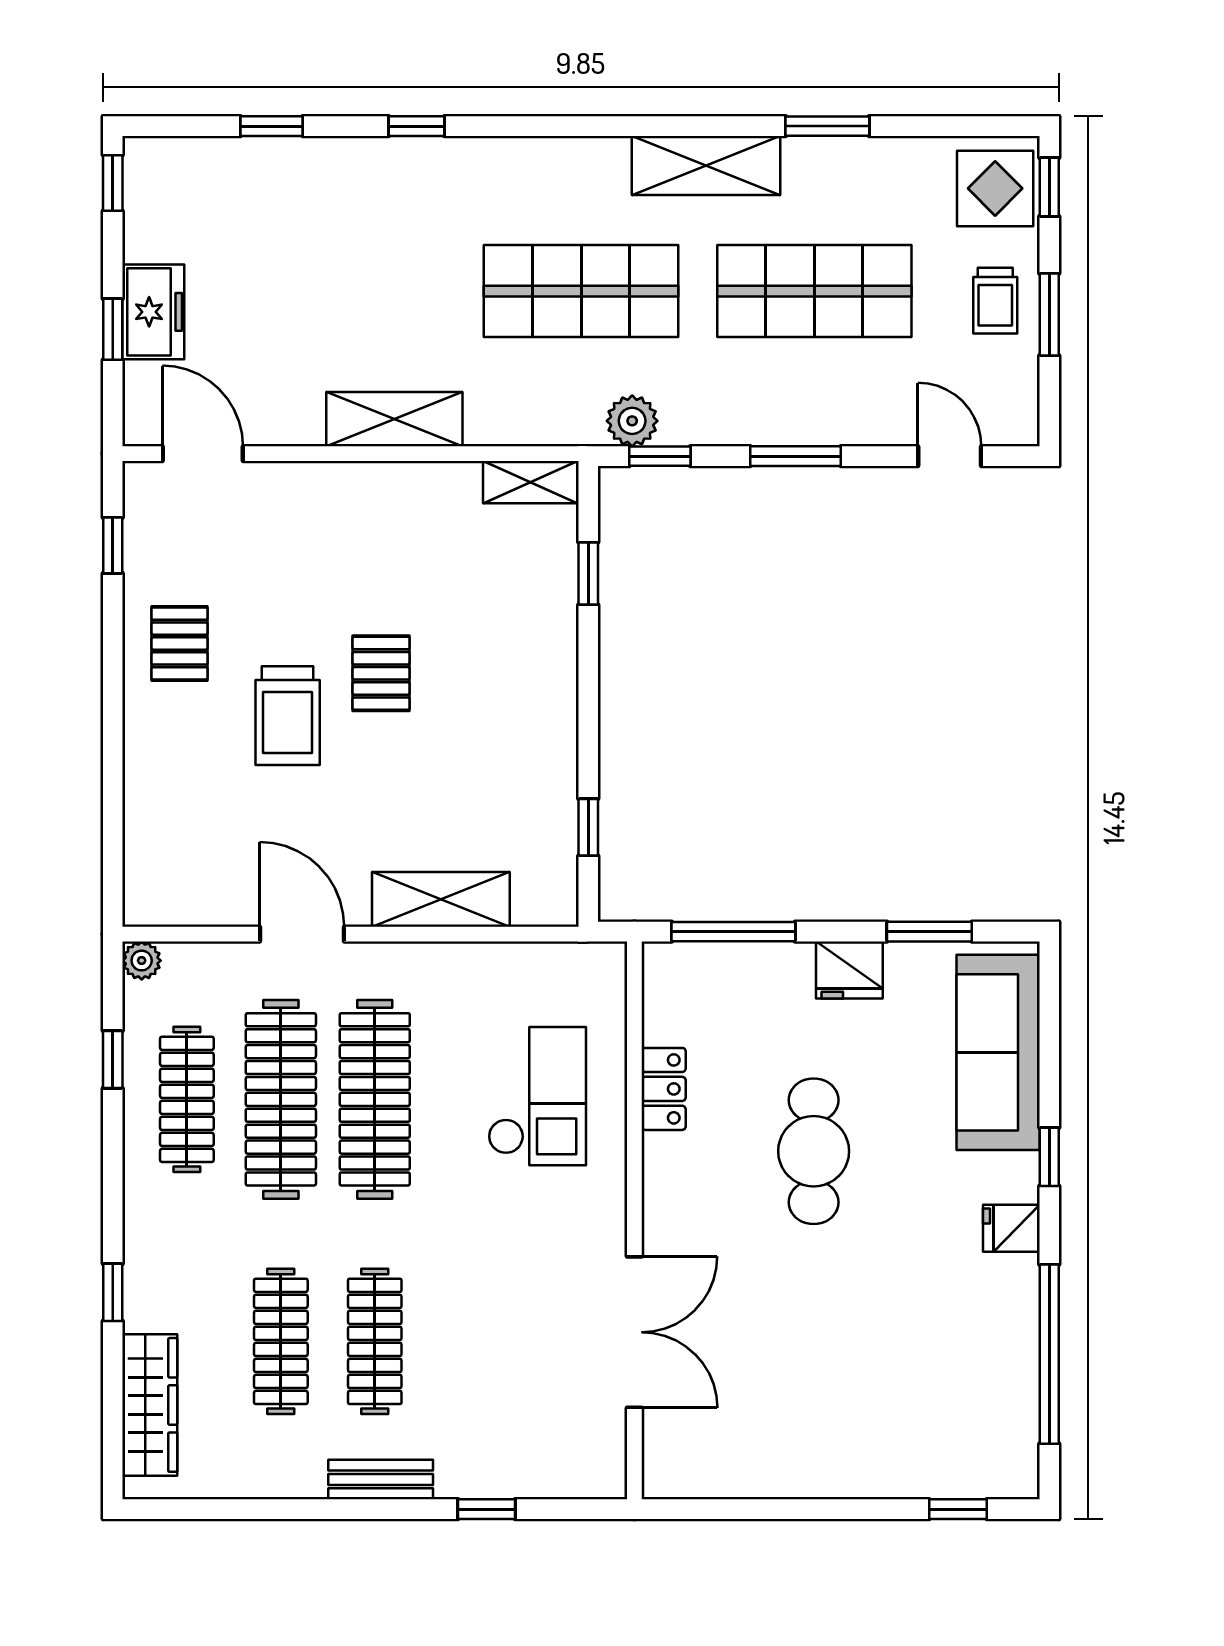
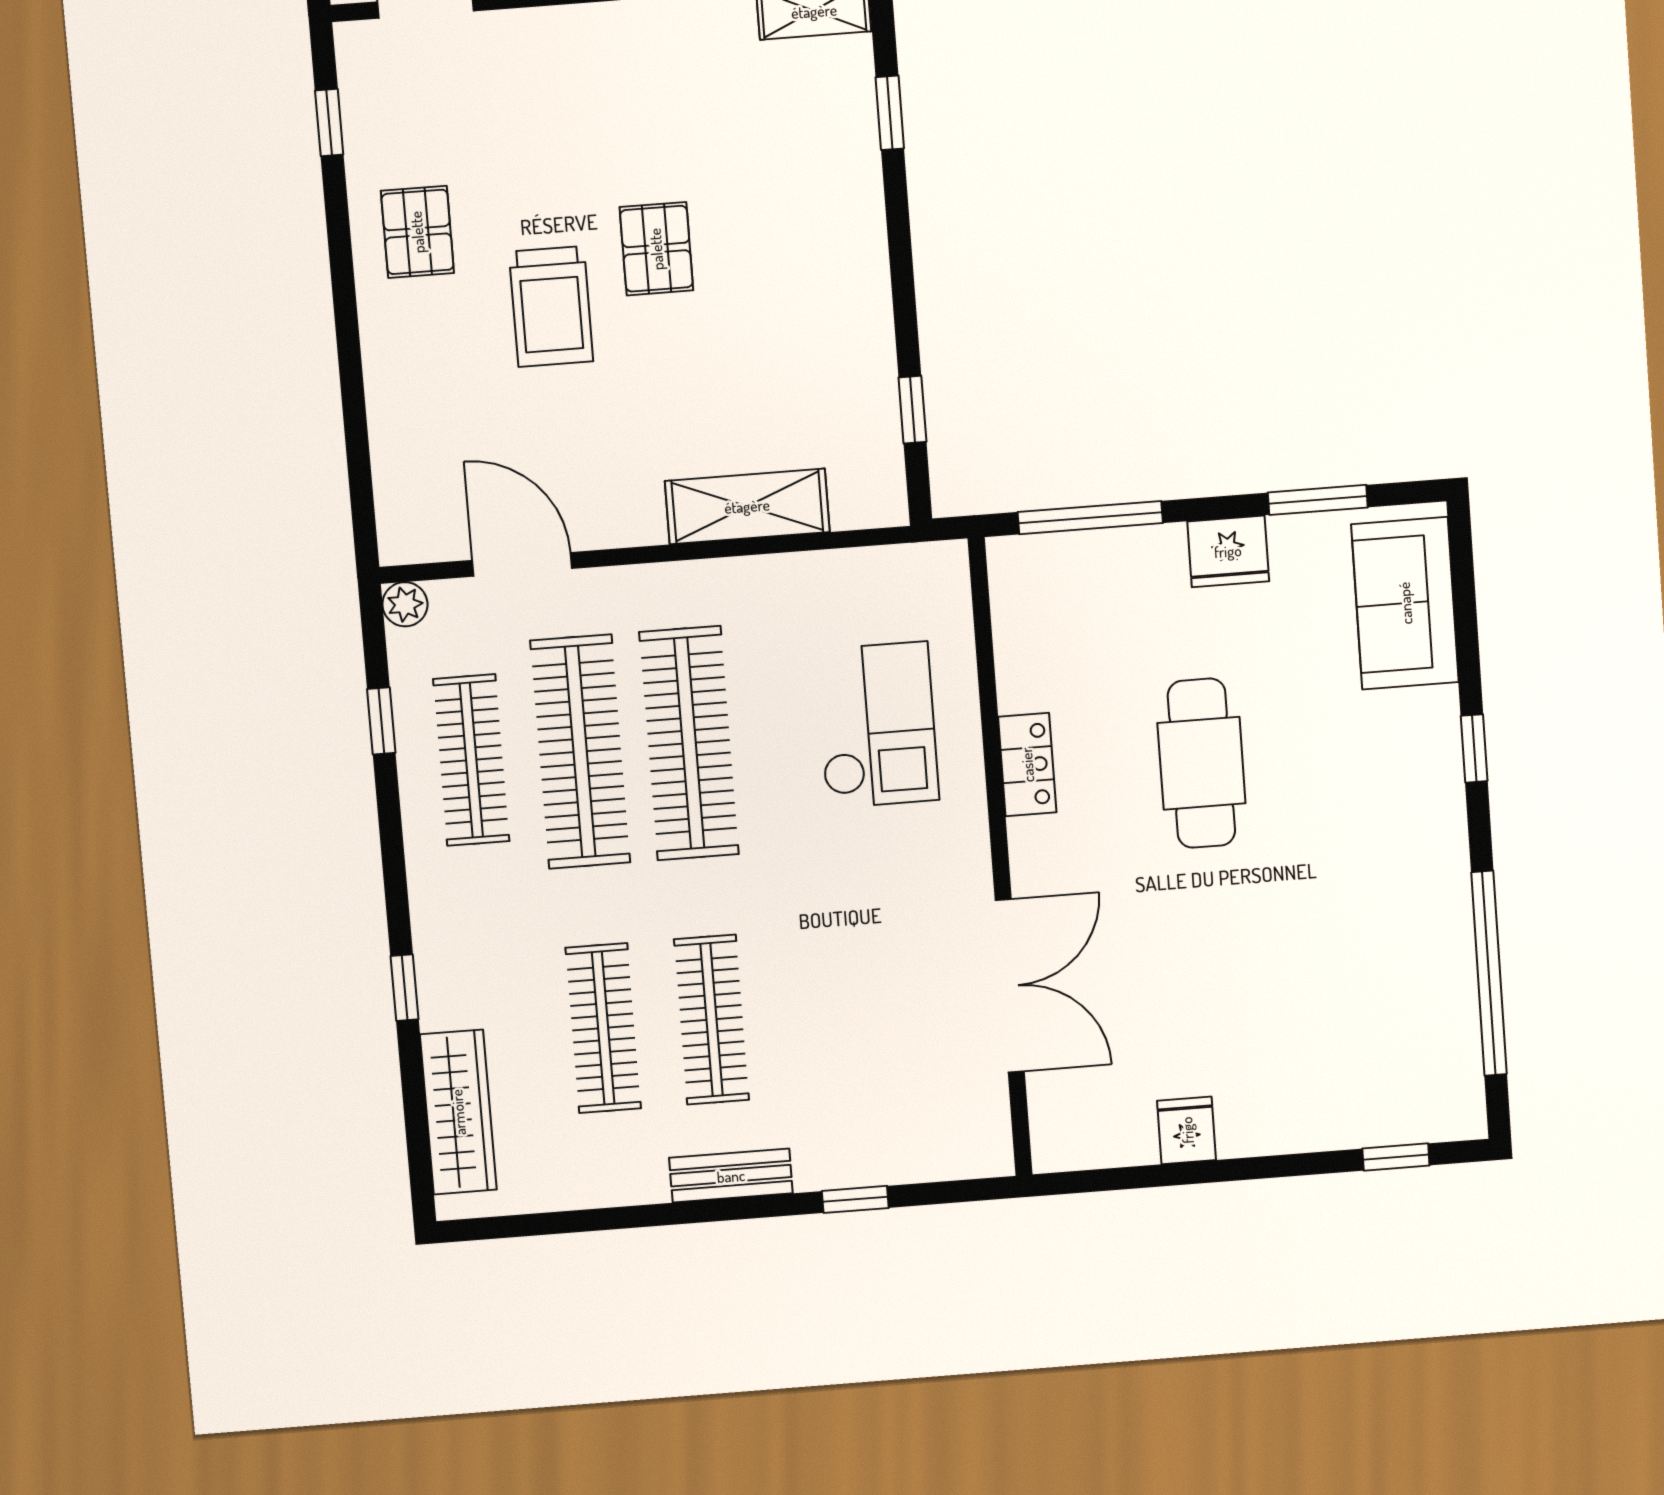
door: (302, 934) -> (522, 564), moved
sofa: (998, 1052) -> (1405, 603), width x0.73
locker: (664, 1089) -> (1027, 765), moved
fridge: (1011, 1228) -> (1187, 1130), moved, turned 90

